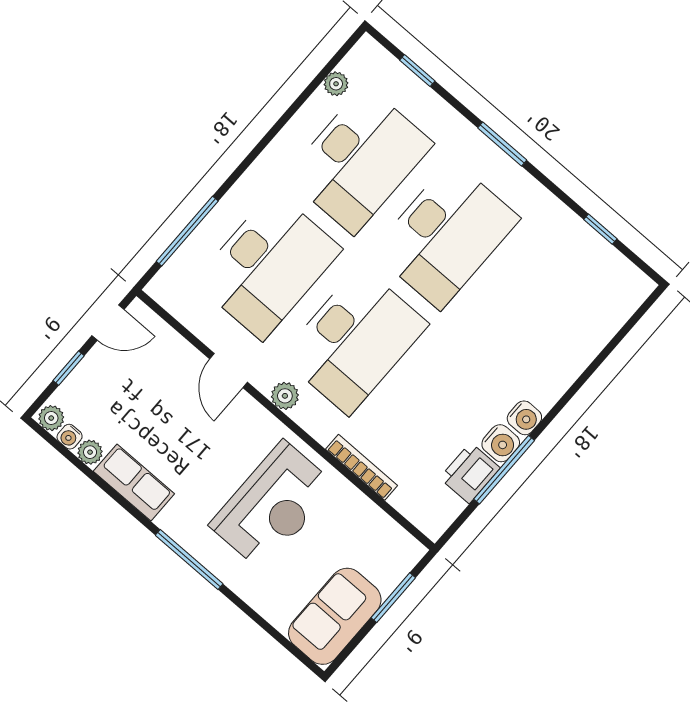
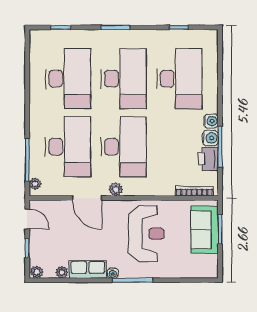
plant: (336, 84) -> (35, 184), moved
desk: (532, 310) -> (179, 79), added
door: (108, 323) -> (27, 219), hinge flipped
door: (229, 371) -> (87, 198), width x1.38
water cooler: (70, 437) -> (113, 273), moved
bookcase: (362, 467) -> (194, 191), moved
sofa: (335, 616) -> (204, 230), moved

